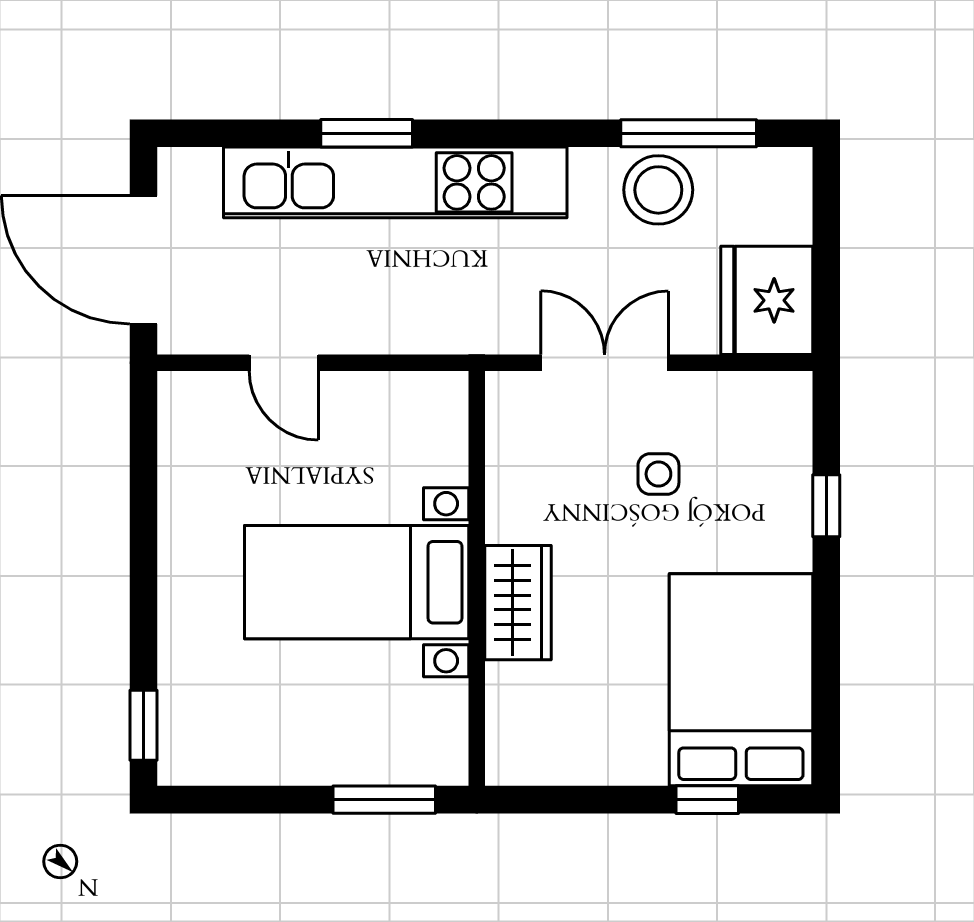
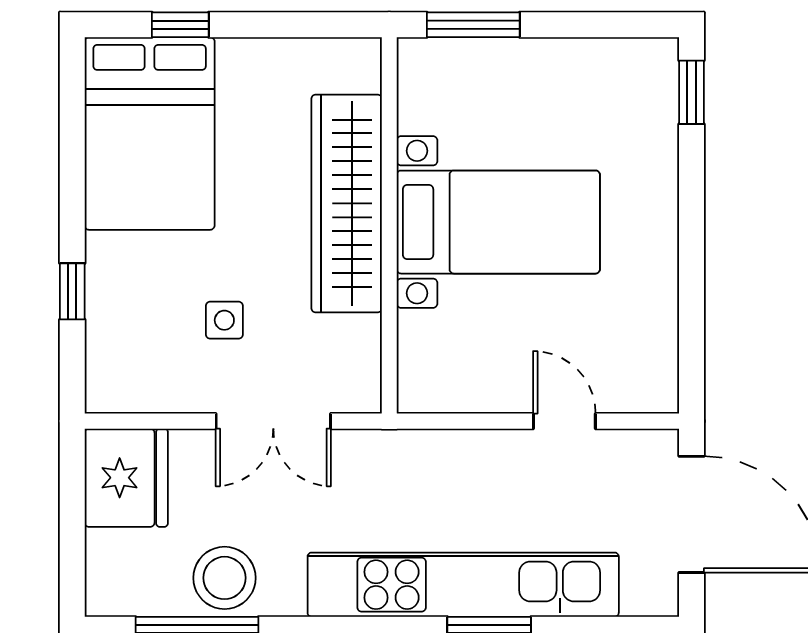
wardrobe: (518, 603) -> (347, 203), width x2.10, depth x1.17

